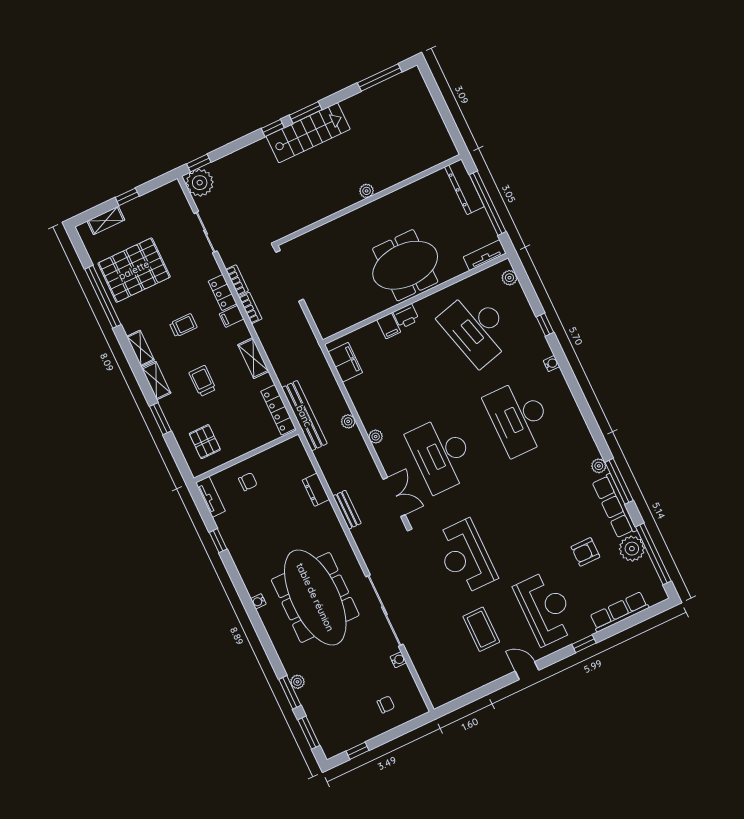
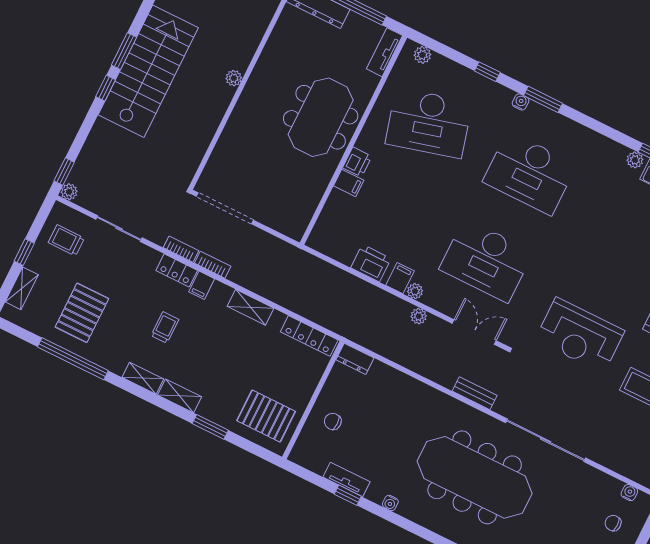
stairs: (308, 133) -> (148, 71), width x1.36, depth x1.51
plant: (200, 183) -> (69, 192), width x0.53, depth x0.53
pallet: (134, 270) -> (82, 313), width x0.73, depth x0.71
filing cabinet: (345, 362) -> (400, 278), moved, width x0.50
window: (568, 374) -> (543, 99), added
trolley: (202, 381) -> (66, 240), moved
printer: (360, 393) -> (371, 263), added
bench: (304, 416) -> (337, 323), removed
plant: (348, 421) -> (419, 316), moved
pallet: (205, 442) -> (266, 416), width x1.50, depth x1.42
chair: (248, 482) -> (333, 421), turned -90
dresser: (316, 490) -> (355, 359), moved
tv unit: (210, 497) -> (346, 479), moved
bench: (347, 510) -> (475, 393), moved
water cooler: (258, 601) -> (390, 503), moved
water cooler: (398, 660) -> (629, 493), moved
chair: (386, 704) -> (613, 523), turned -90

